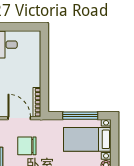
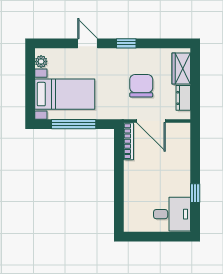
chair: (27, 146) -> (141, 86), turned -90

